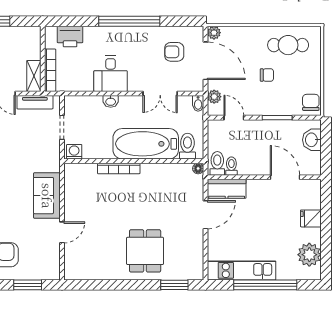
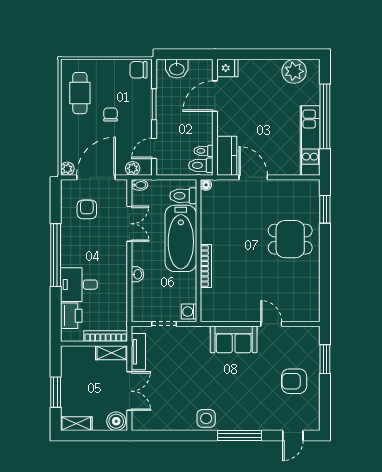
armchair: (174, 52) -> (87, 209), turned 180
desk: (111, 74) -> (79, 285), moved, turned 180
fridge: (311, 218) -> (227, 68), moved, turned -90

